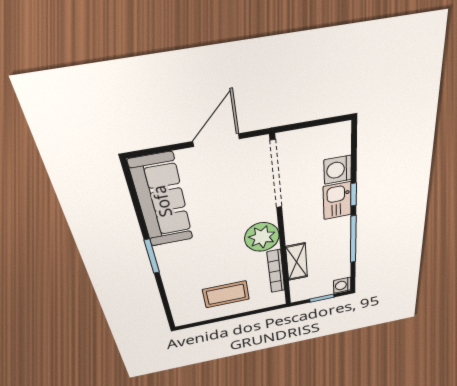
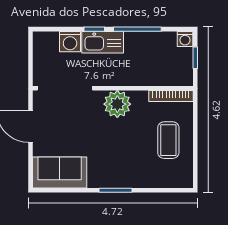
sofa: (162, 201) -> (60, 172), width x0.73
kitchen sink: (337, 201) -> (103, 42), width x1.38
shelving: (297, 262) -> (149, 78), removed
bookcase: (276, 271) -> (171, 96), moved

